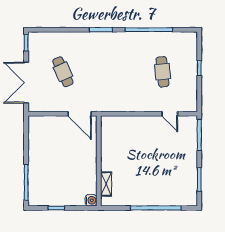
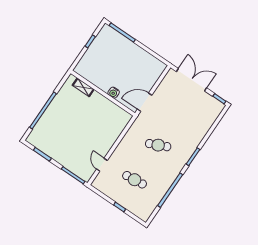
cafe table: (63, 72) -> (158, 145), moved
door: (170, 114) -> (102, 165), hinge flipped
water cooler: (91, 200) -> (114, 93), moved

